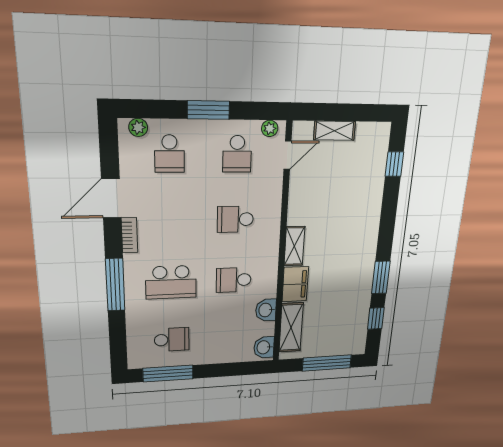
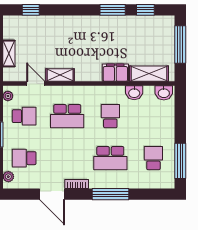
school desk: (170, 154) -> (24, 158), turned 180
door: (288, 155) -> (36, 83), moved
school desk: (235, 219) -> (67, 116), width x1.85
shelving: (294, 246) -> (60, 75), moved
school desk: (234, 280) -> (110, 116), turned 180
school desk: (171, 282) -> (110, 158), turned 90

